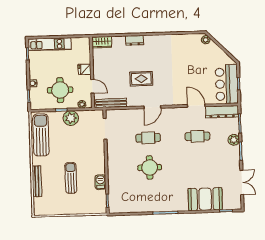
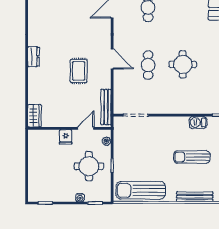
dresser: (135, 40) -> (34, 57), moved
kitchen unit: (50, 44) -> (35, 177), removed
plant: (71, 118) -> (122, 155), removed

